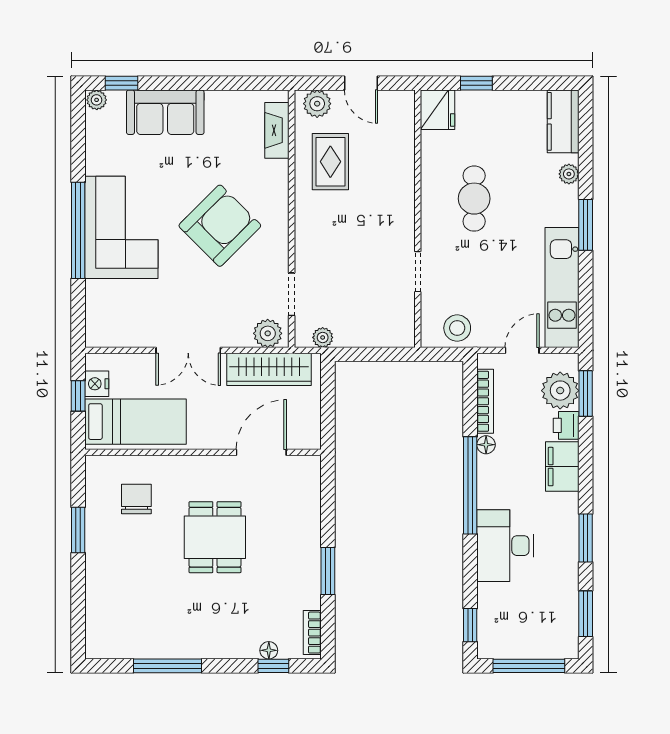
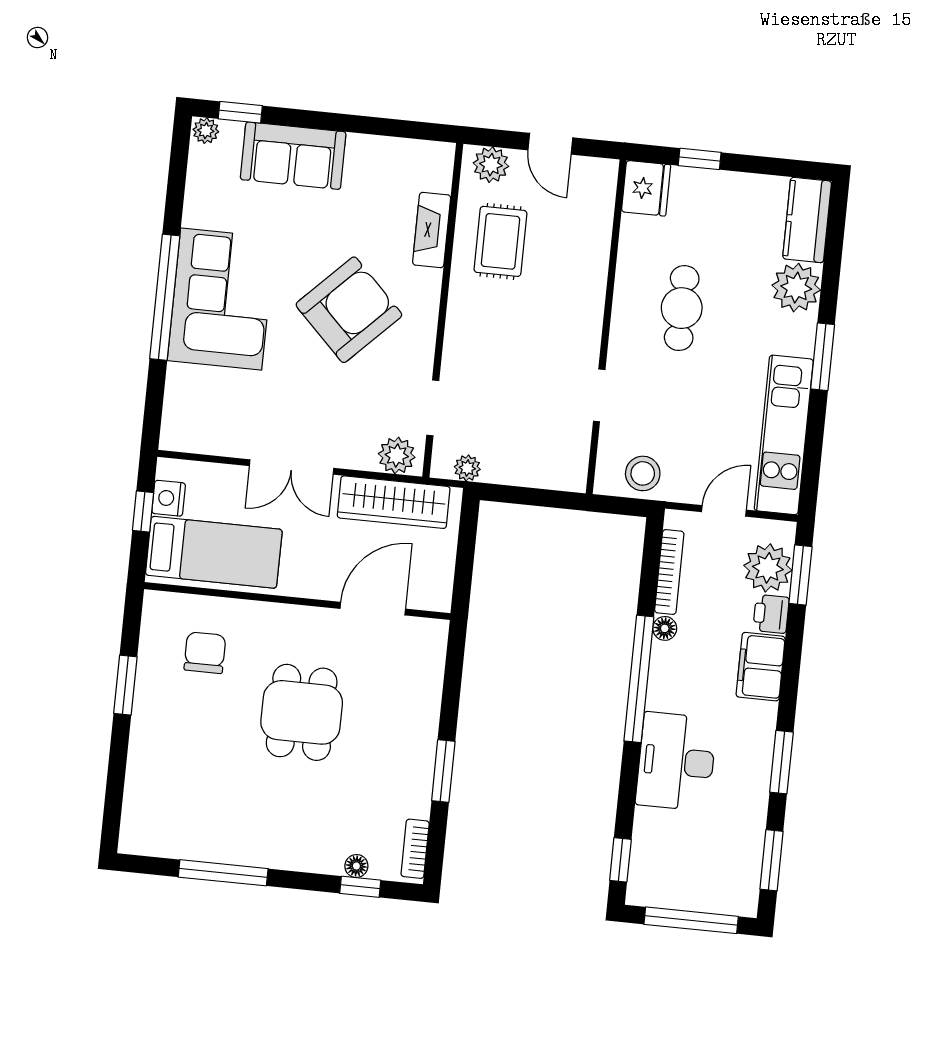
fireplace: (277, 130) -> (432, 230), moved
plant: (569, 174) -> (796, 288), width x1.88, depth x1.88

